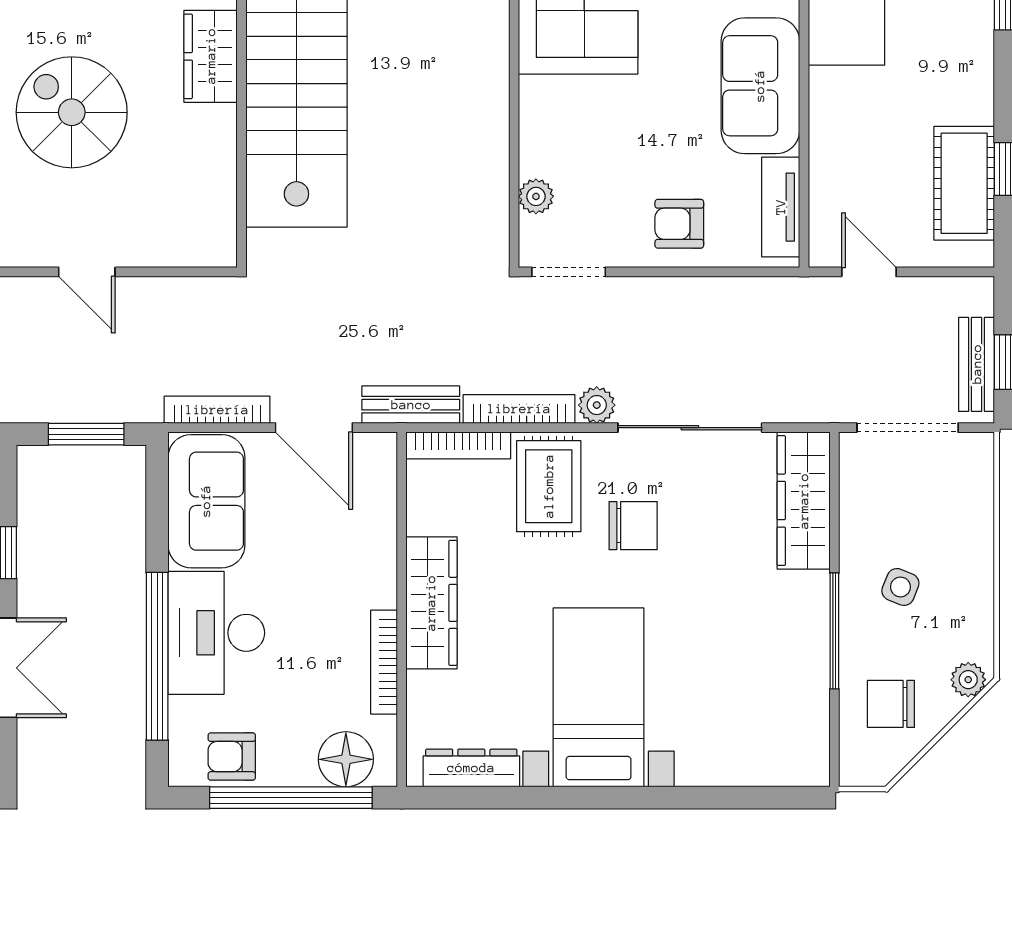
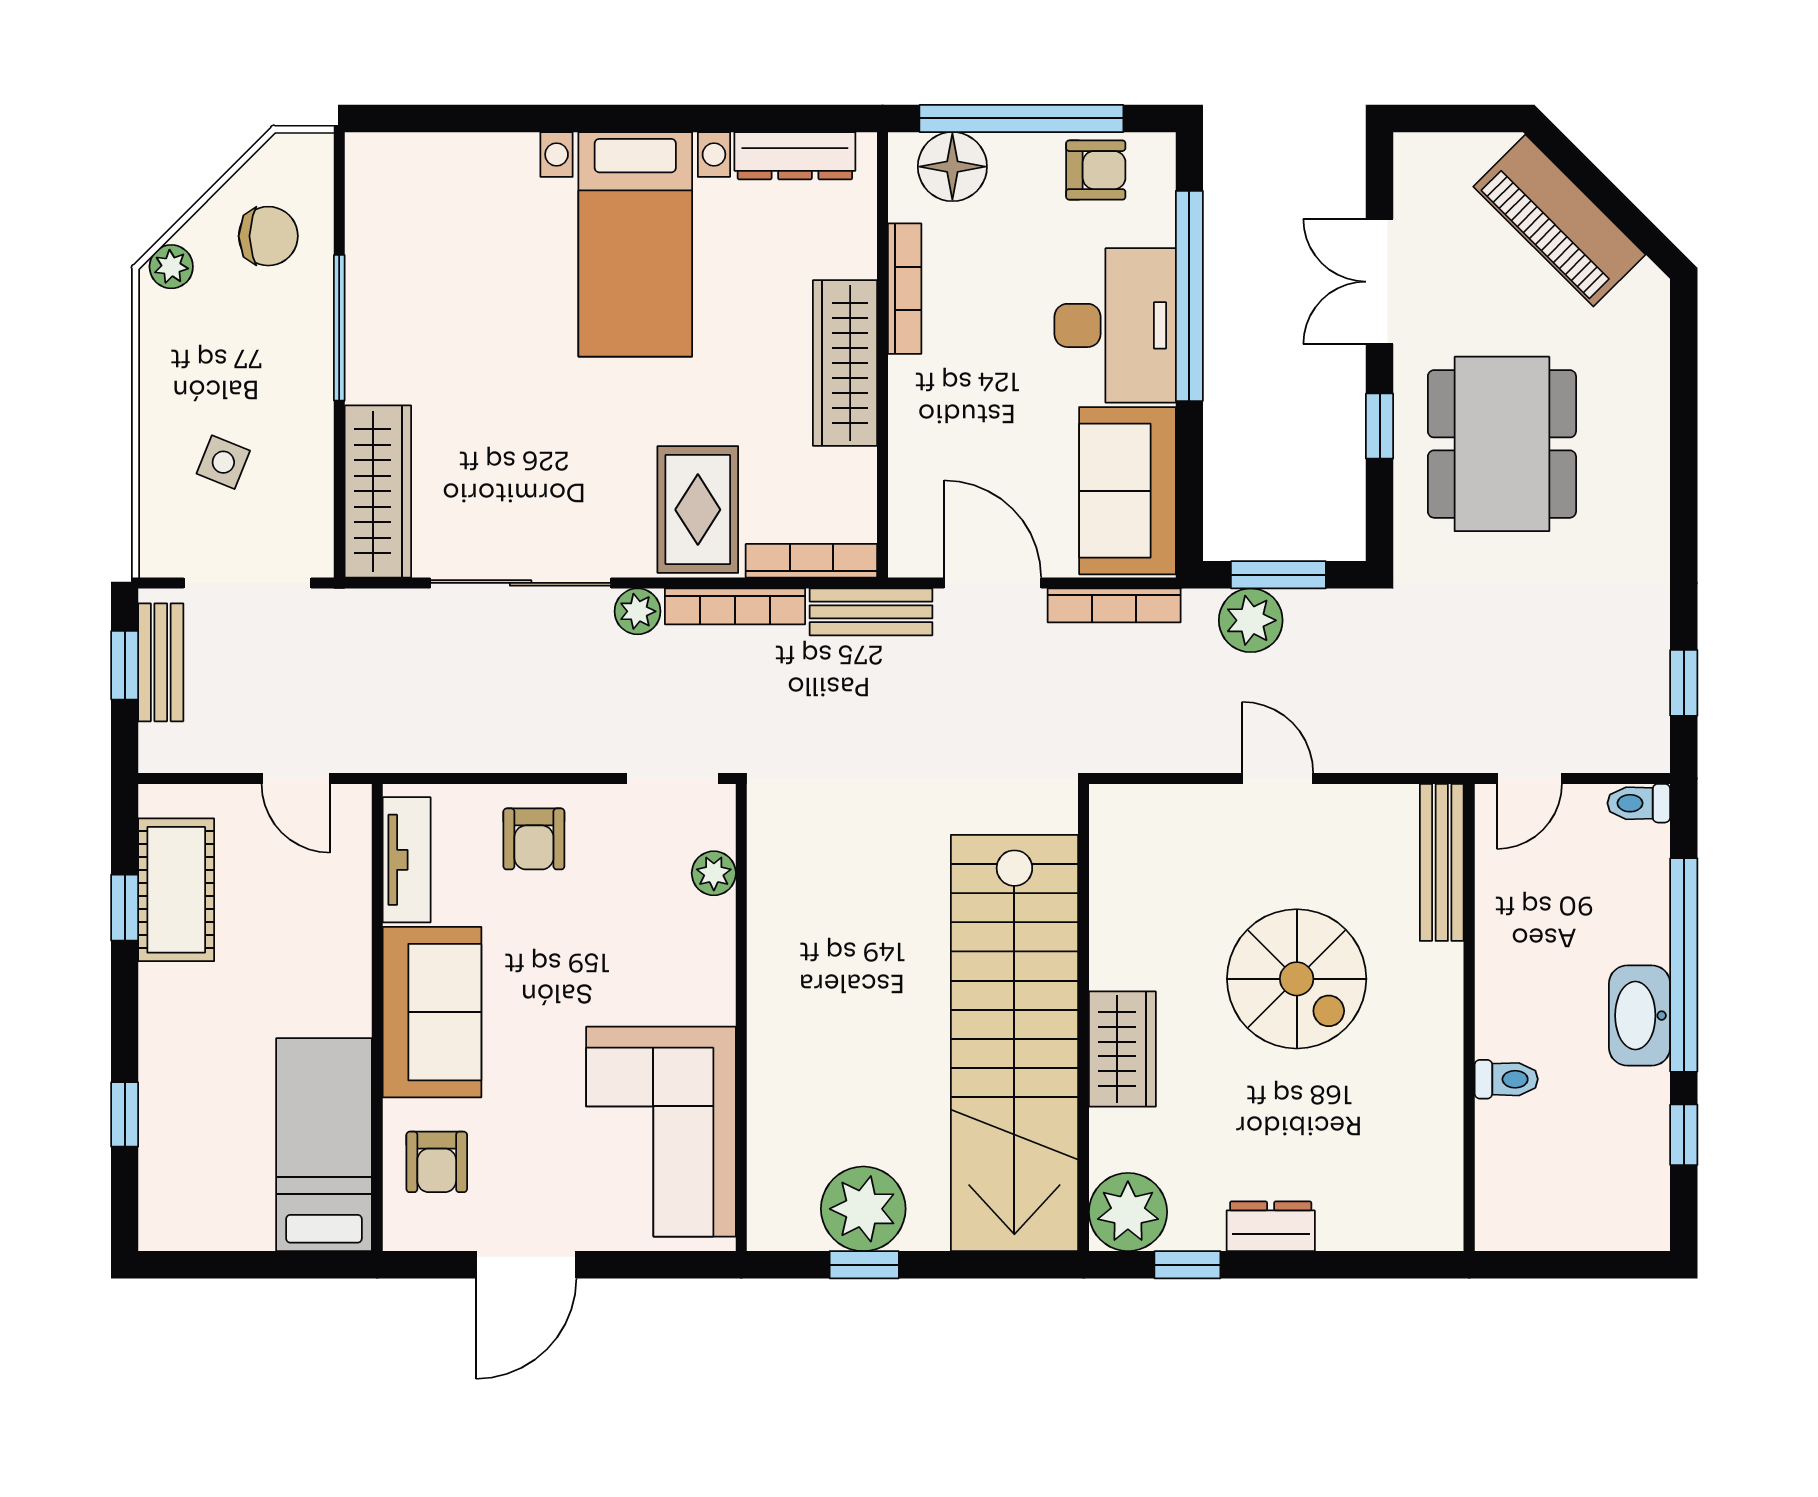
armchair: (679, 224) -> (534, 839), turned 90
plant: (108, 398) -> (1251, 620), added
chair: (633, 526) -> (592, 460), removed
side table: (900, 587) -> (223, 462), moved

